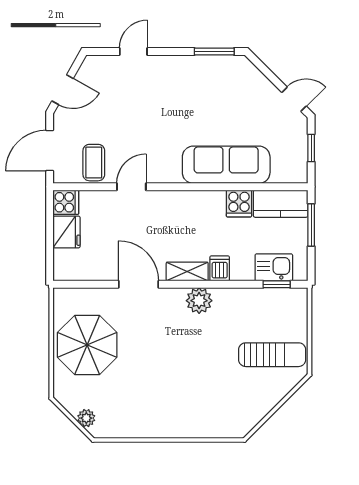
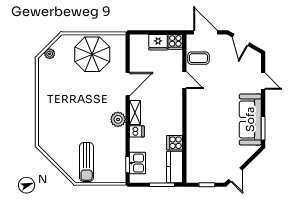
sofa: (226, 165) -> (250, 119), moved, turned 180

